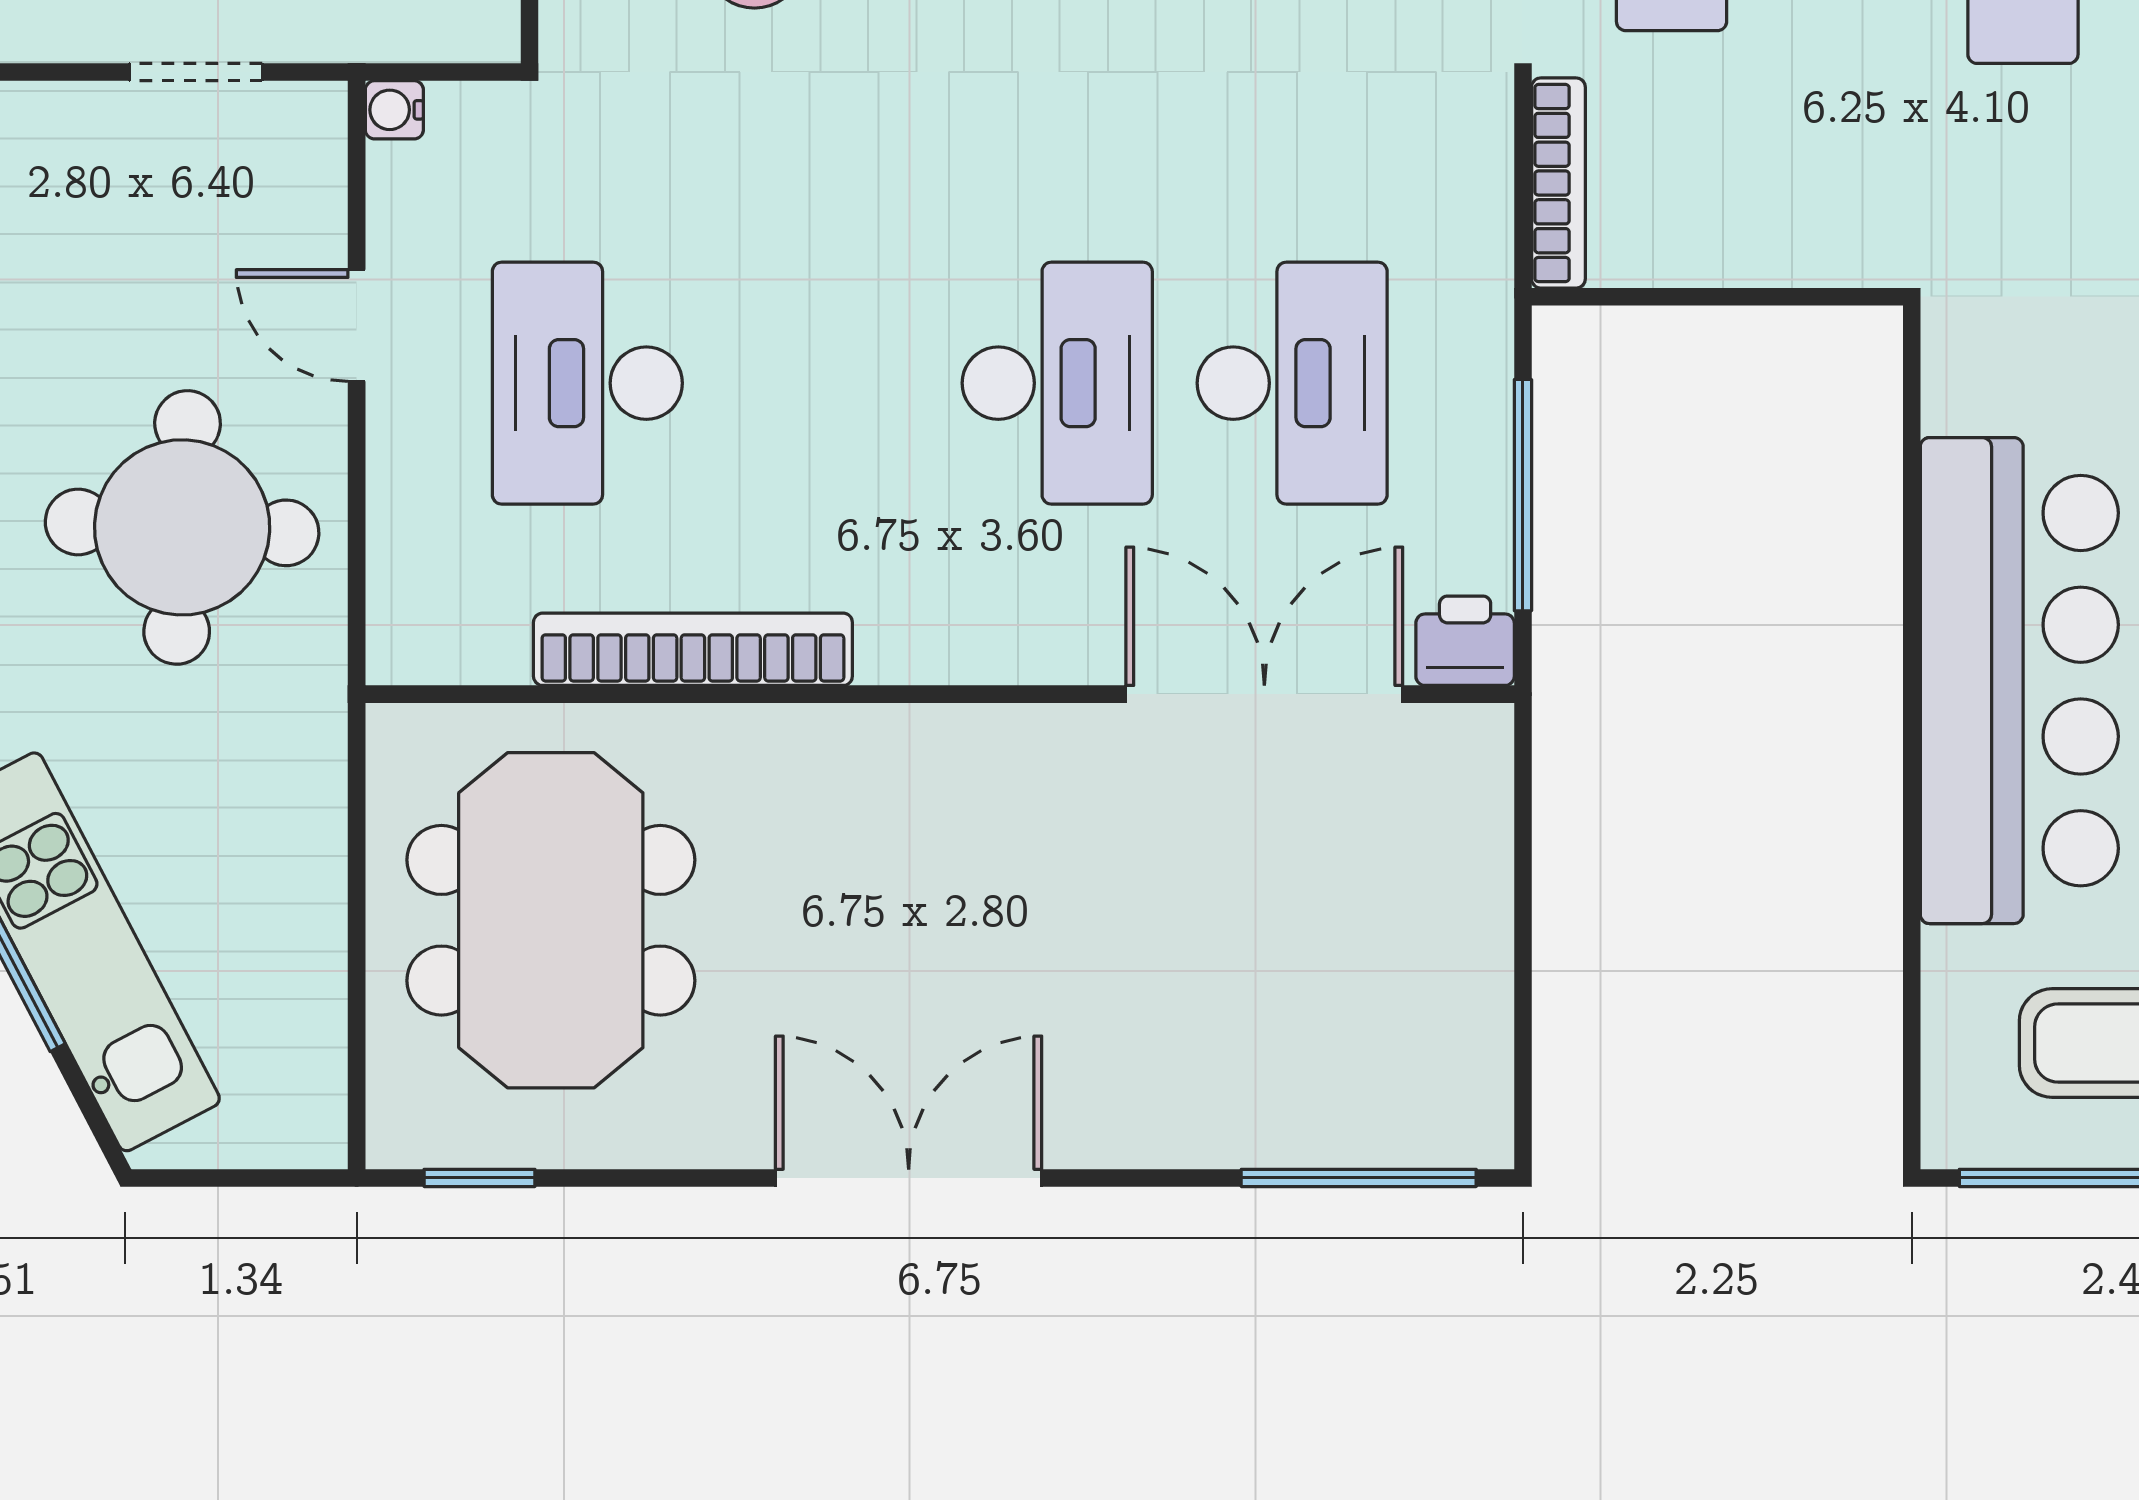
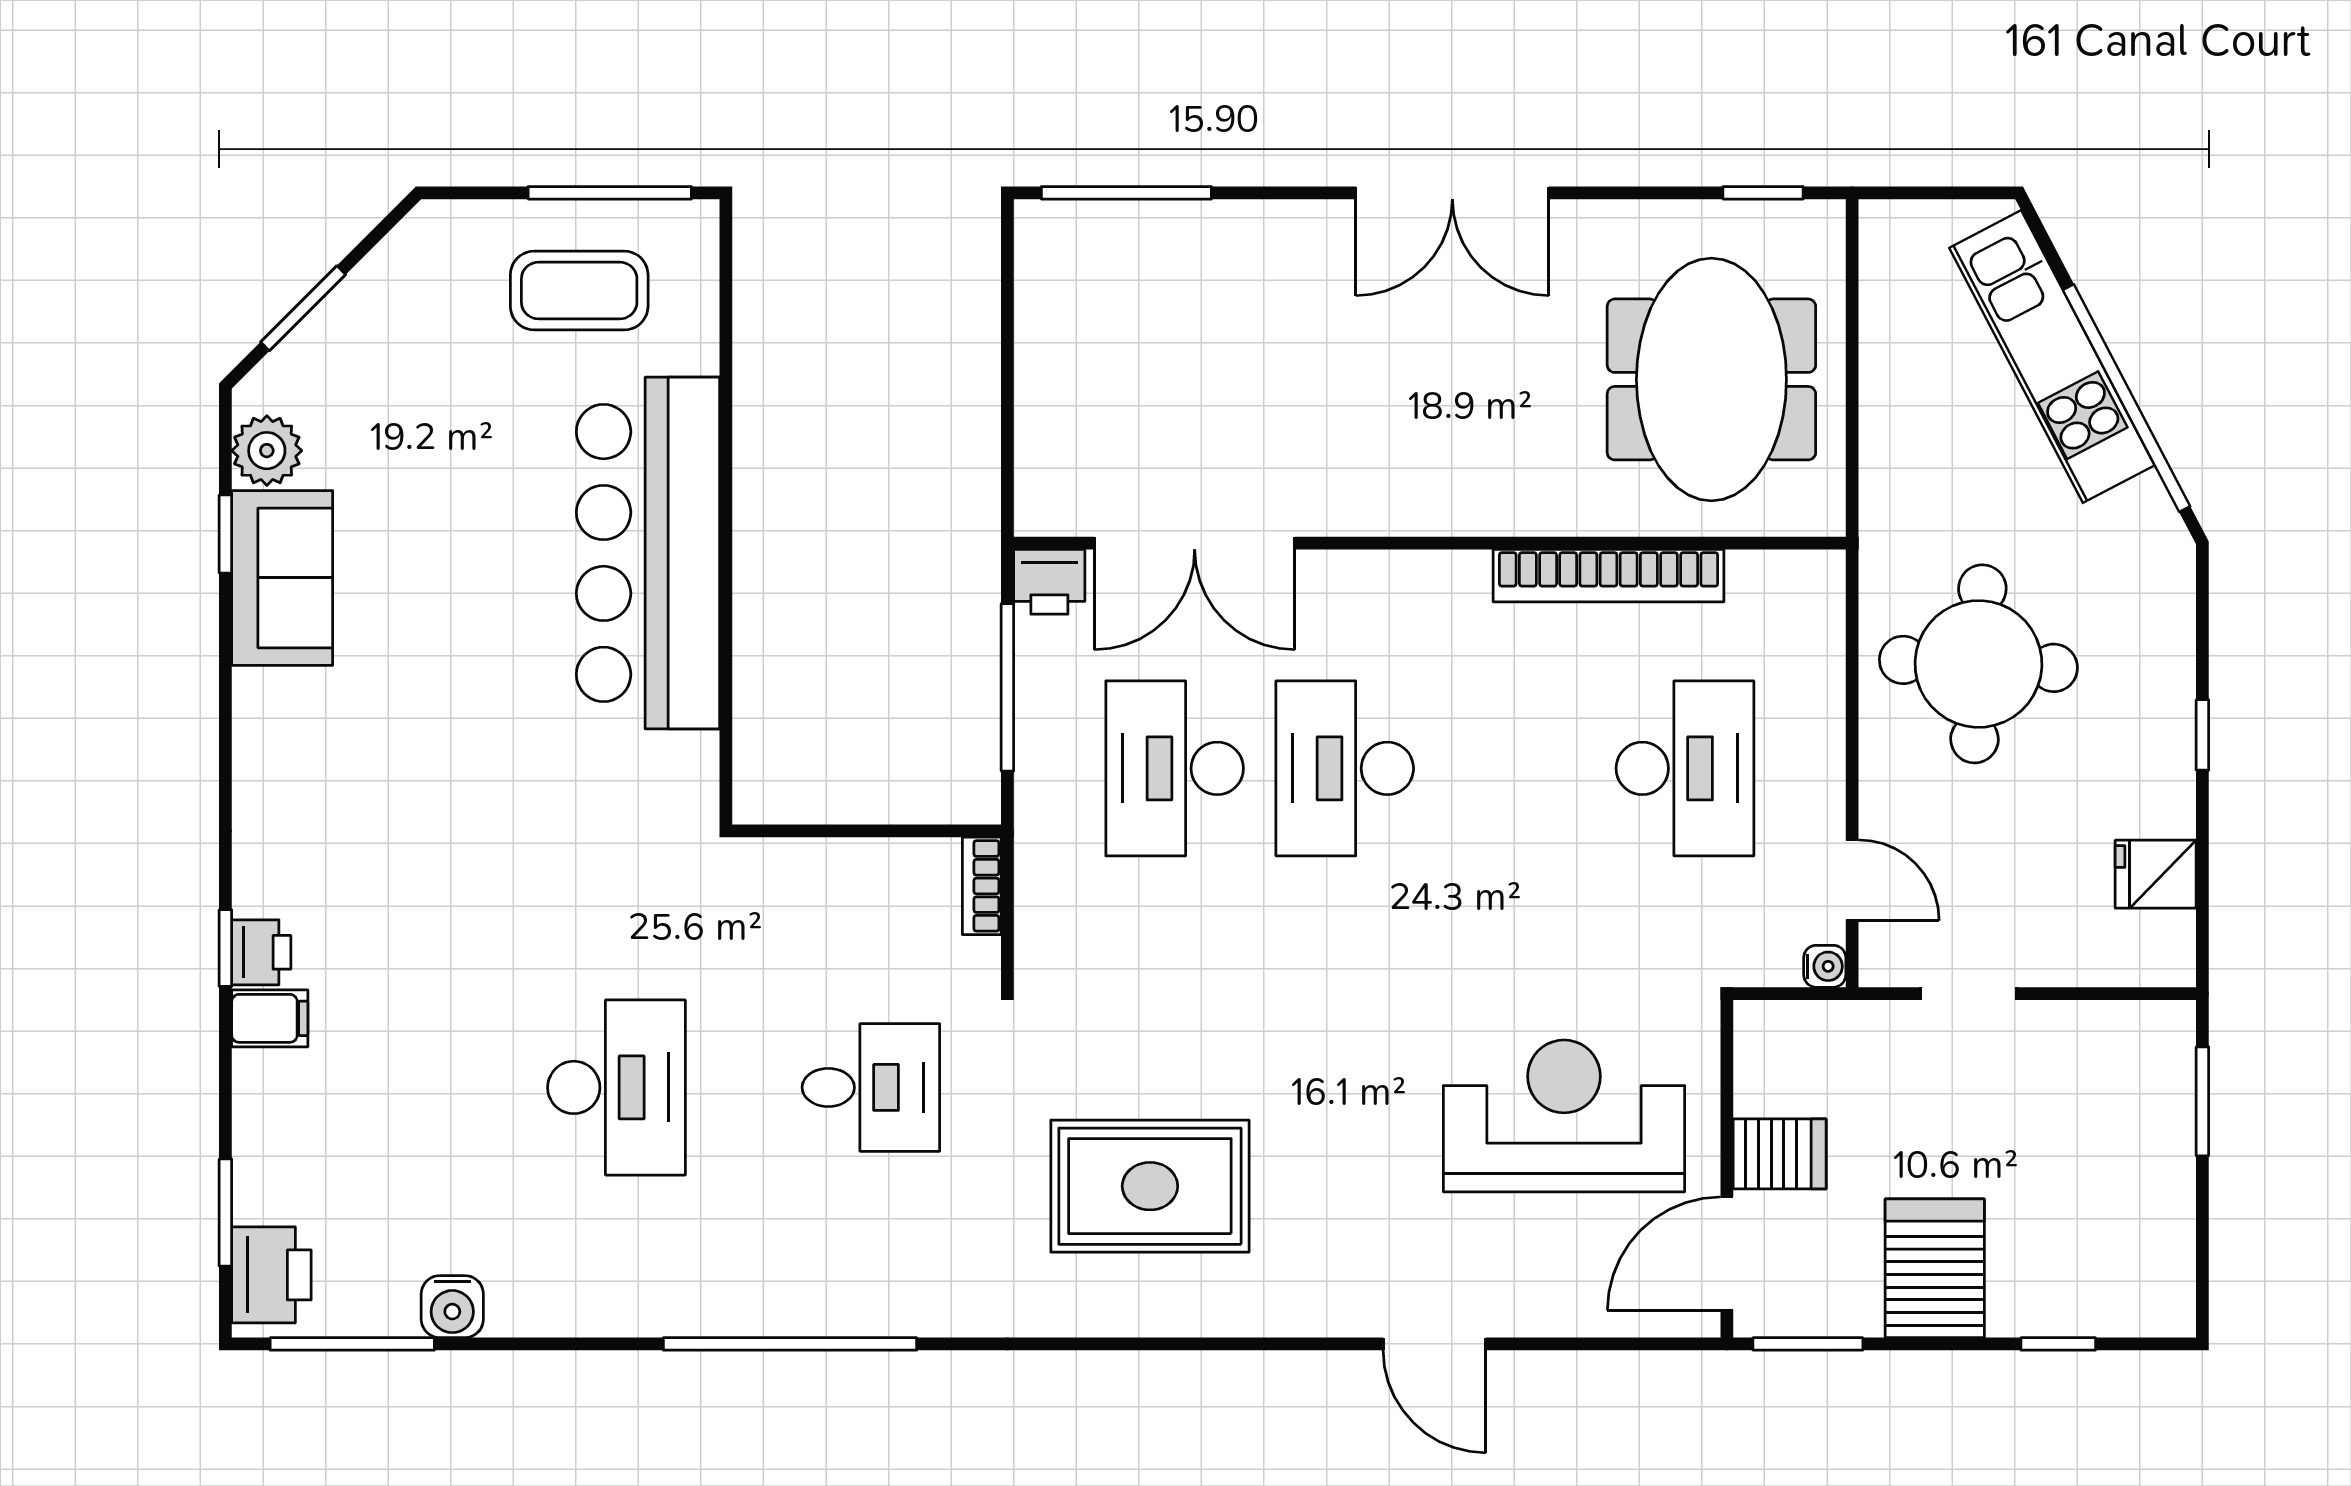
bookcase: (1558, 183) -> (982, 886), width x0.64
door: (357, 326) -> (1852, 880), moved

